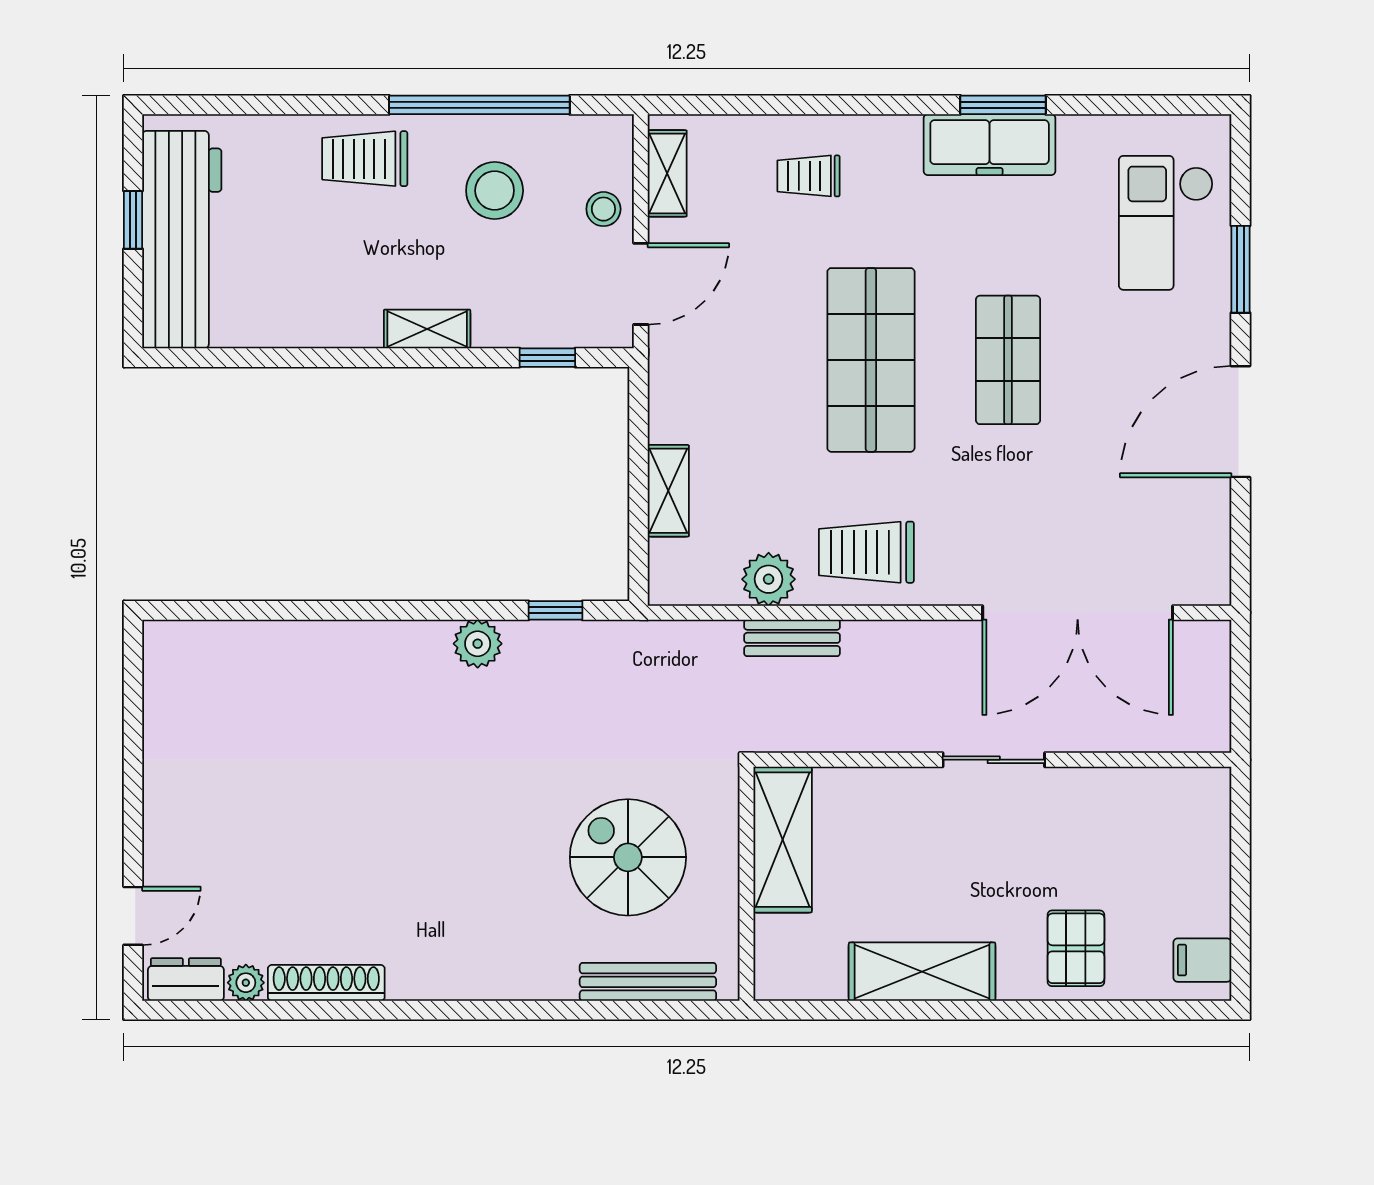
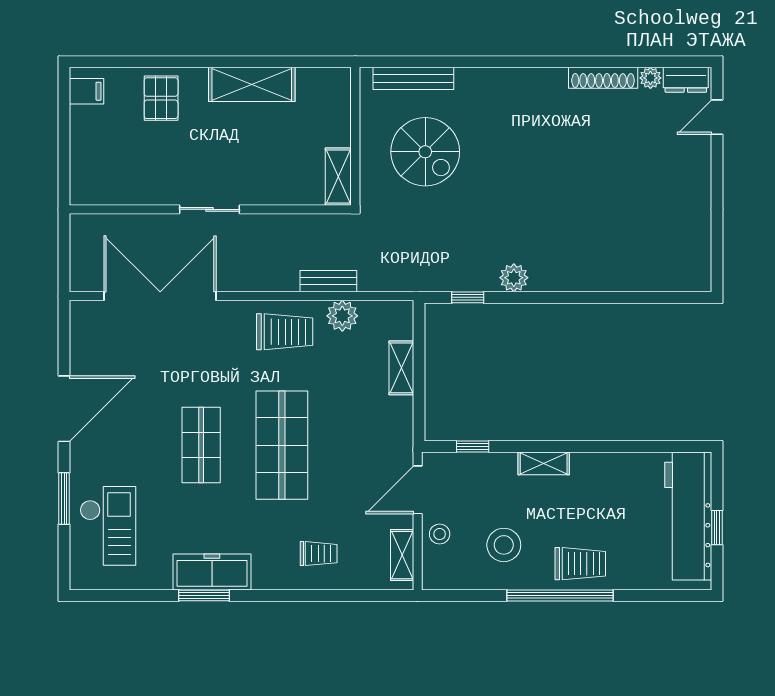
window: (479, 105) -> (560, 595), moved
shelving: (783, 840) -> (338, 177), width x0.67, depth x0.75

